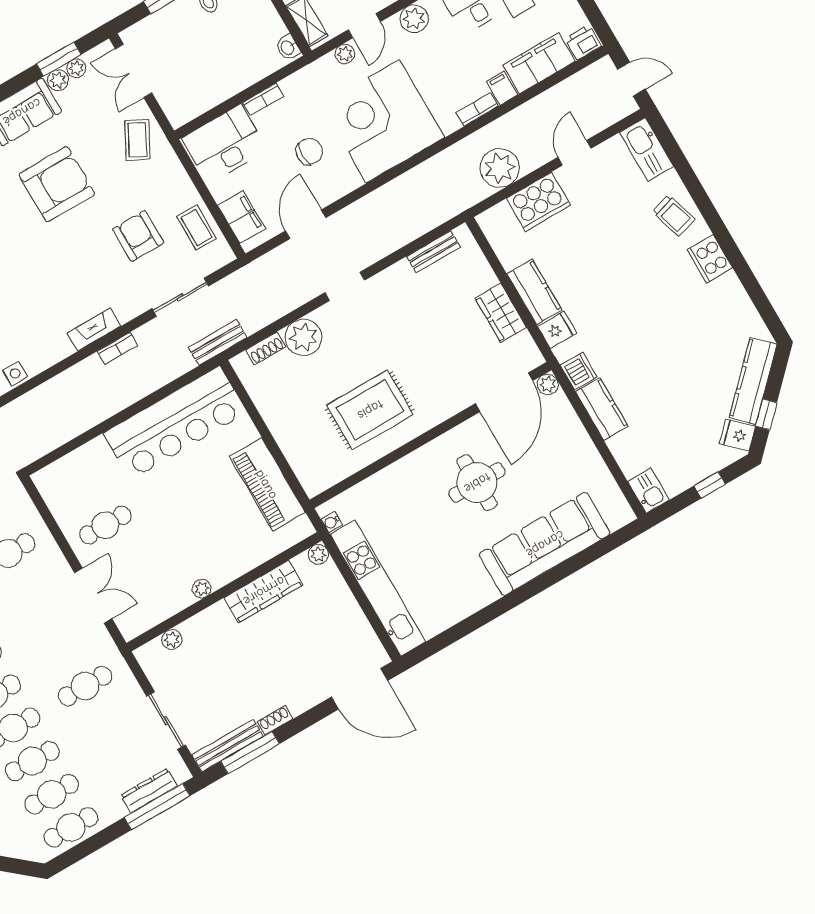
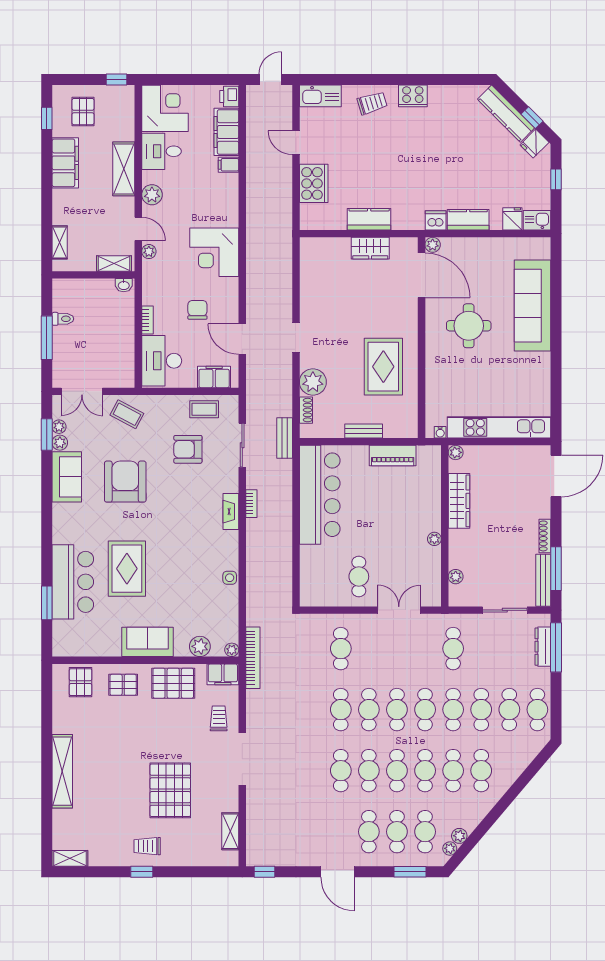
bookcase: (477, 110) -> (233, 188), removed
corner desk: (383, 121) -> (214, 252), width x0.74, depth x0.74
plant: (500, 168) -> (278, 195), removed
bench: (434, 252) -> (364, 431), moved, turned 90
fridge: (557, 330) -> (512, 219), moved
piano: (267, 484) -> (393, 456), width x0.73, depth x0.75
shoe rack: (275, 720) -> (545, 536), width x1.43

